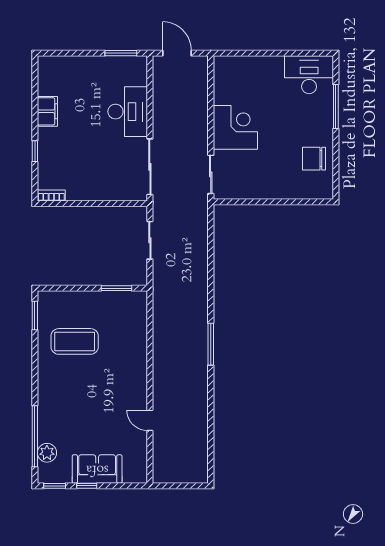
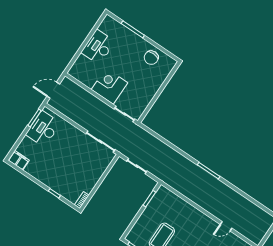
desk: (309, 75) -> (98, 47), moved
filing cabinet: (47, 111) -> (19, 160), moved
desk: (128, 112) -> (43, 129), moved, turned -90

